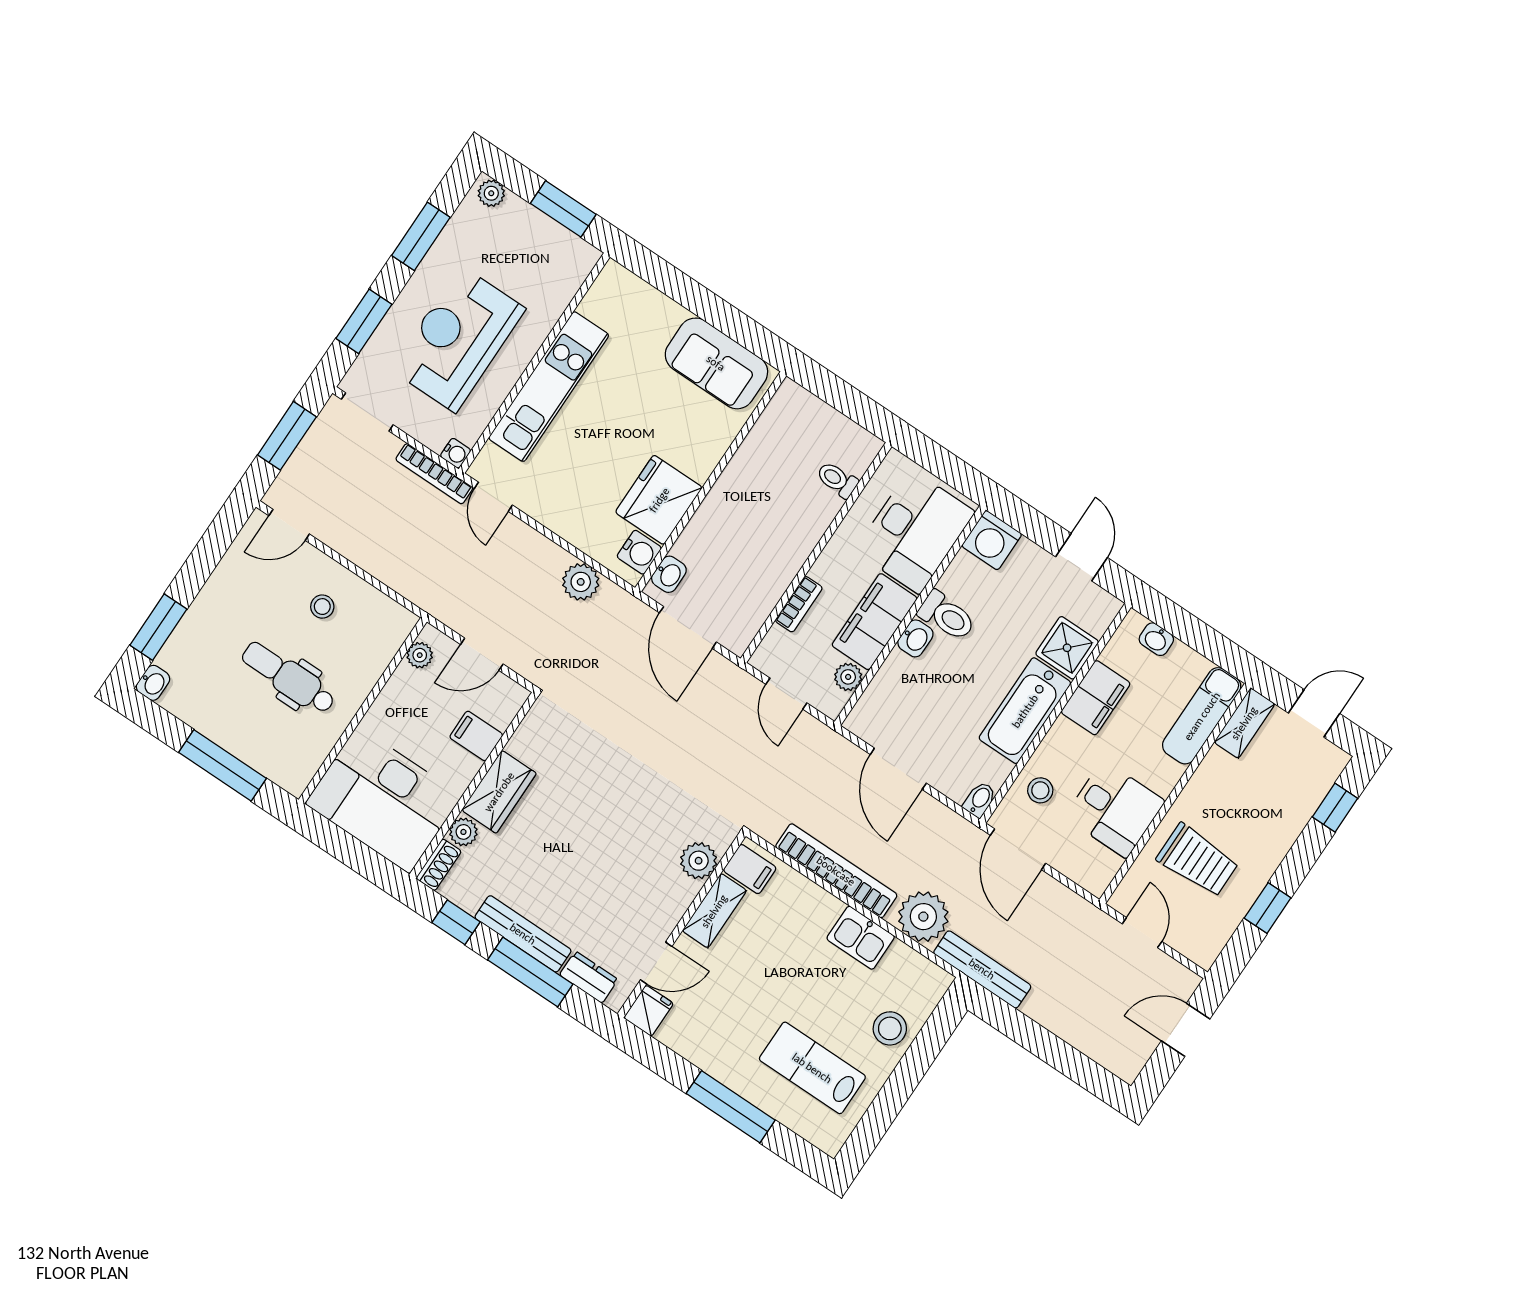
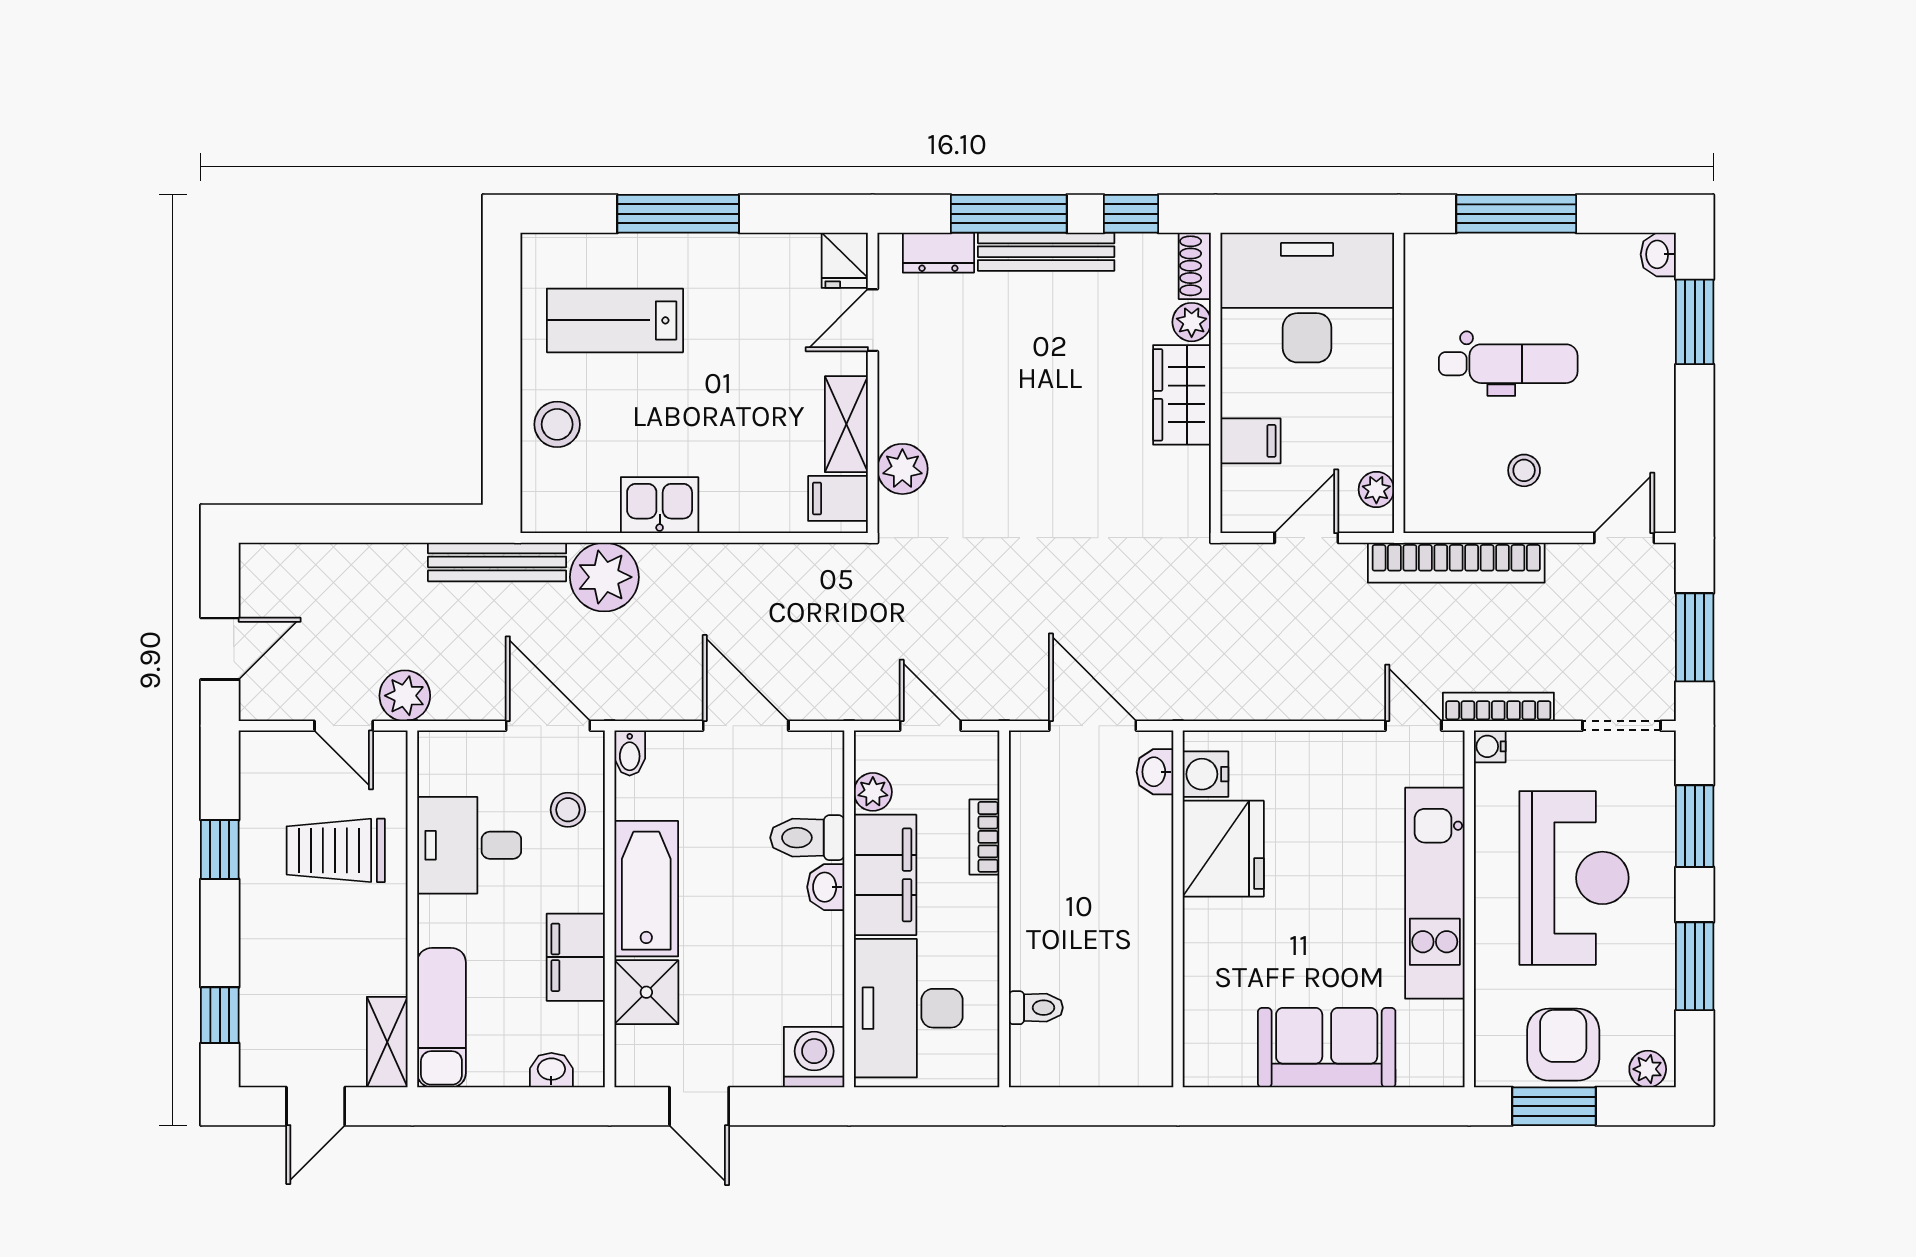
armchair: (533, 242) -> (1563, 1045), added
sofa: (716, 363) -> (1327, 1048), moved
plant: (581, 582) -> (405, 696), moved
toilet: (947, 616) -> (807, 838), moved
bookcase: (836, 871) -> (1456, 563), moved
lab bench: (812, 1068) -> (615, 320), turned 180

